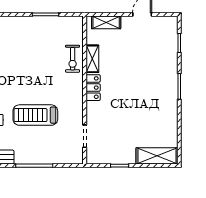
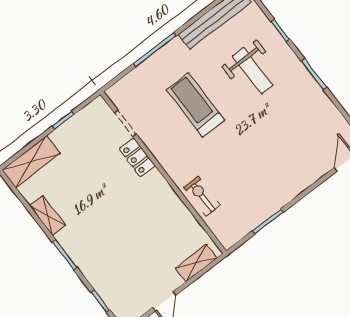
shelving: (92, 59) -> (48, 216), moved
locker: (93, 88) -> (137, 157), moved
treadmill: (35, 115) -> (195, 105), turned -90

